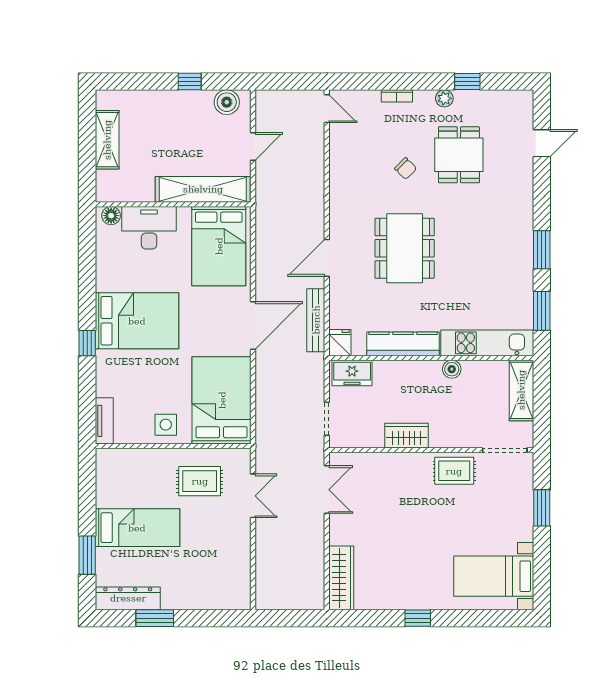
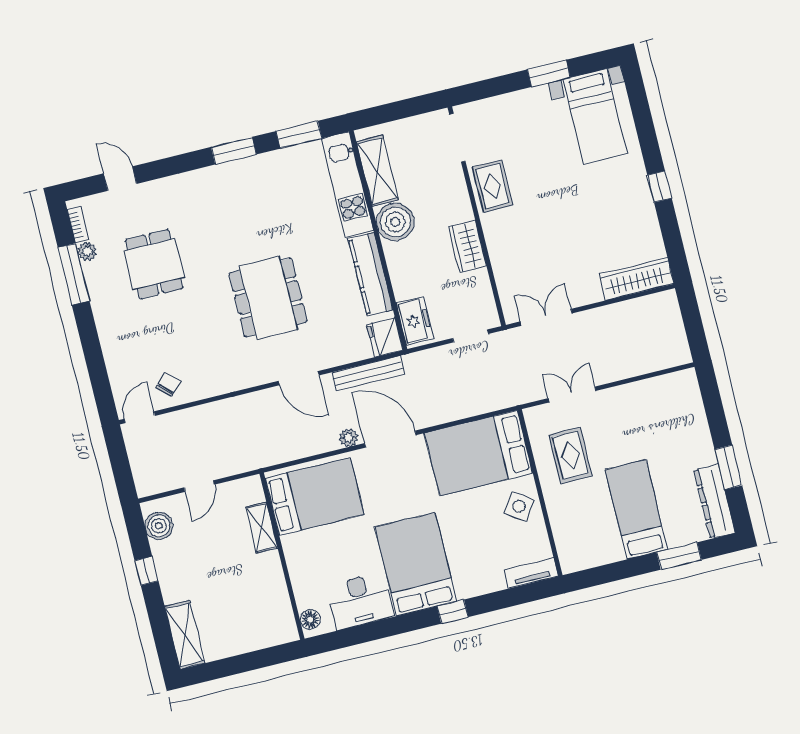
window: (467, 81) -> (74, 274), width x2.17
bookcase: (397, 96) -> (78, 225), moved
plant: (444, 98) -> (87, 251), moved
shelving: (107, 140) -> (185, 635), moved, turned 90
door: (253, 146) -> (199, 486), swing flipped
dining table: (459, 155) -> (154, 264), turned 90
chair: (406, 168) -> (168, 384), moved
shelving: (203, 189) -> (262, 528), width x0.45, depth x0.75
desk: (149, 228) -> (360, 601), moved, turned -90
dining table: (405, 248) -> (268, 298), turned 90
plant: (264, 289) -> (349, 437), added
fridge: (340, 343) -> (385, 337), width x1.38
boiler: (452, 369) -> (395, 222), width x1.86, depth x1.86
shelving: (521, 390) -> (377, 171), moved, turned 90
side table: (166, 425) -> (519, 506), turned 34
window: (542, 508) -> (549, 73), moved

